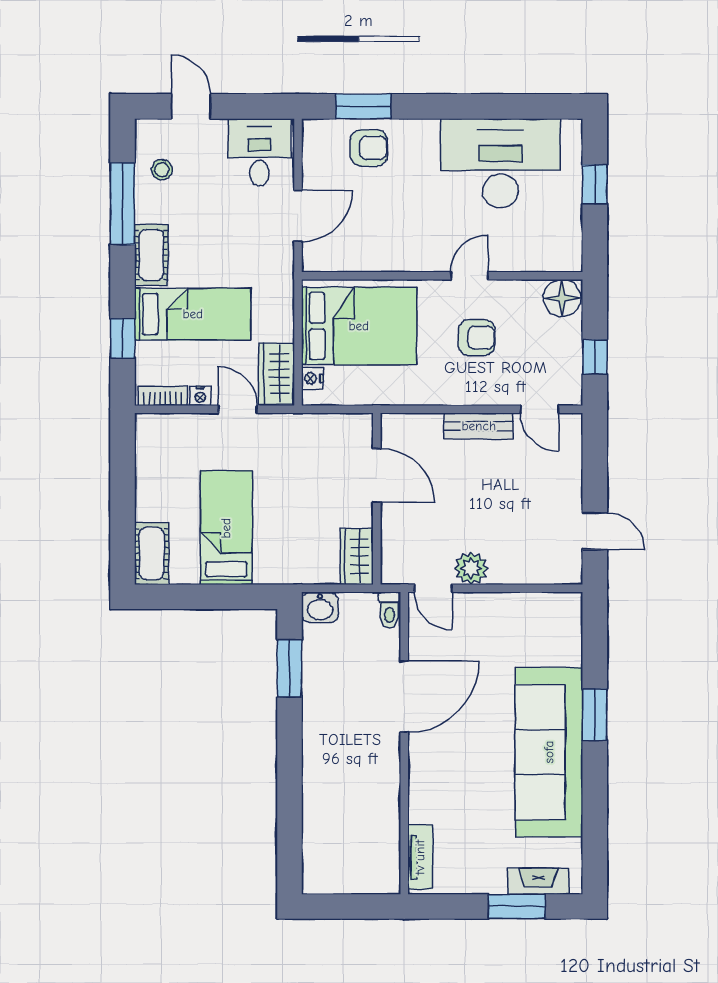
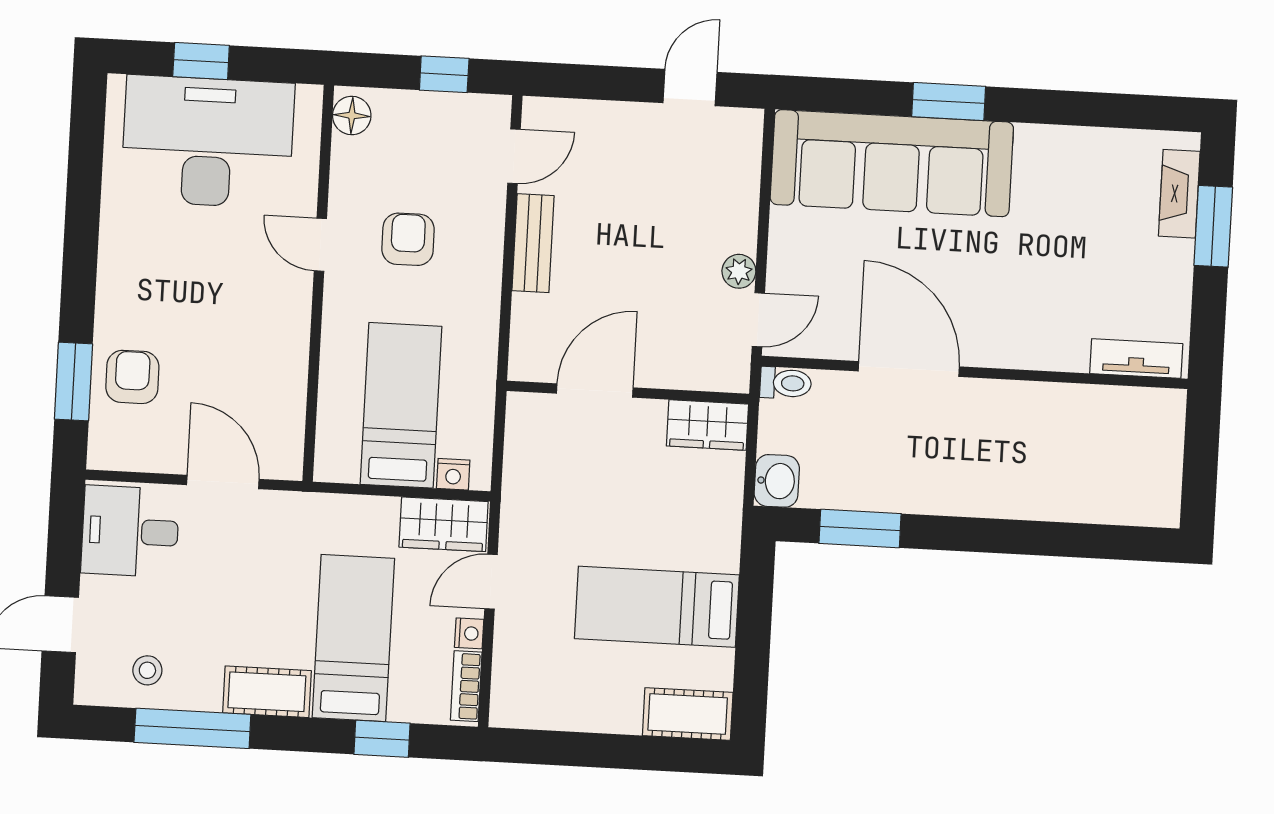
desk: (500, 163) -> (208, 142), moved, turned 90
floor lamp: (562, 298) -> (352, 116), width x0.73, depth x0.73
bed: (359, 326) -> (401, 405), width x0.67
plant: (471, 568) -> (739, 271), width x0.73, depth x0.73
sofa: (549, 752) -> (892, 163), moved

